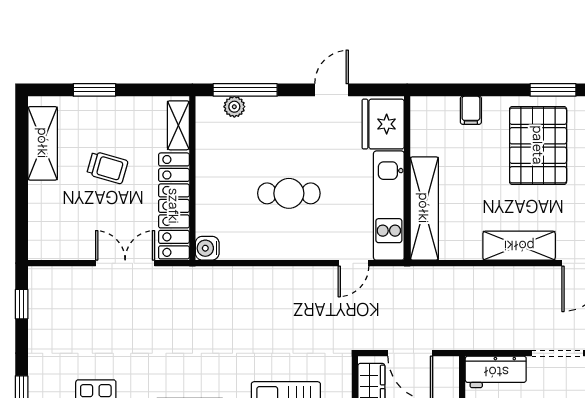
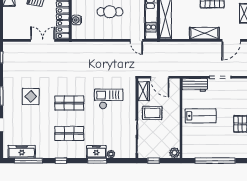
water cooler: (207, 248) -> (76, 20), moved
door: (353, 263) -> (136, 40), hinge flipped

